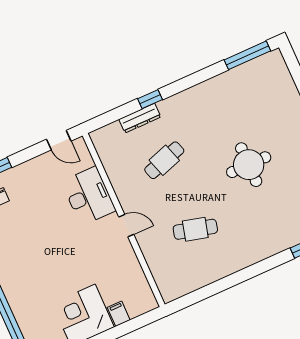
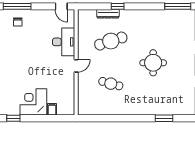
cafe table: (164, 160) -> (111, 41), width x1.37, depth x1.35
door: (126, 226) -> (76, 66), hinge flipped

